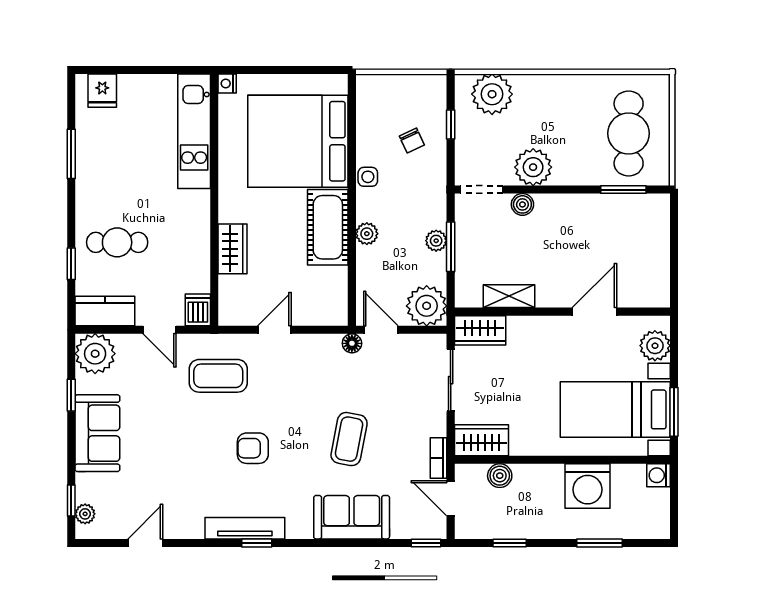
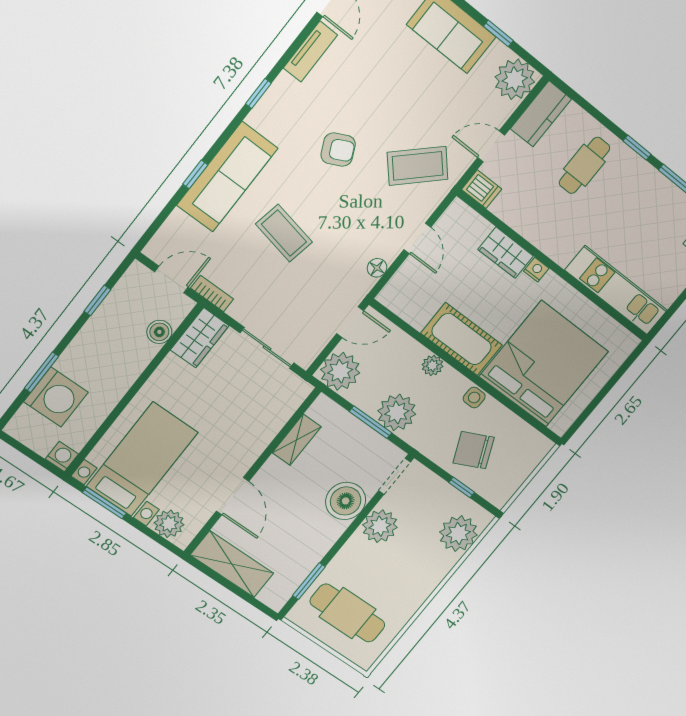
nightstand: (227, 83) -> (536, 270), moved
chair: (412, 140) -> (474, 450), width x1.87, depth x1.87
boiler: (522, 204) -> (346, 501), width x1.86, depth x1.86
plant: (436, 241) -> (397, 412), width x1.87, depth x1.87
window: (71, 264) -> (637, 148), moved
shelving: (654, 266) -> (232, 564), added
wardrobe: (480, 330) -> (288, 399), removed
floor lamp: (352, 343) -> (377, 268), moved
coffee table: (218, 376) -> (418, 166), turned 47
armchair: (253, 448) -> (338, 150), turned 64
washing machine: (588, 486) -> (56, 397), moved, turned 180
sofa: (352, 517) -> (227, 177), width x1.36
tv unit: (245, 528) -> (310, 52), moved, width x0.71
window: (426, 543) -> (195, 174), moved

